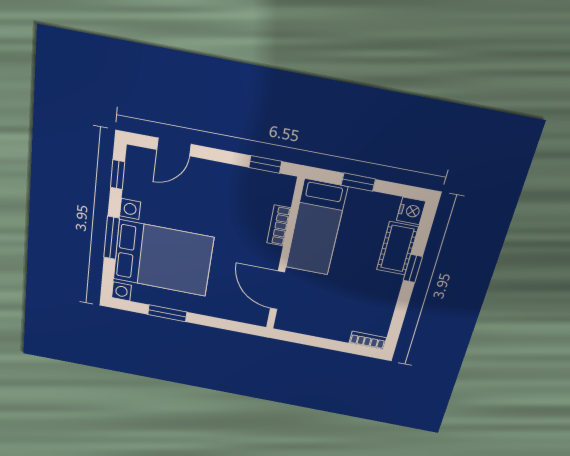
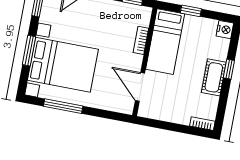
cot: (397, 248) -> (214, 77), moved
window: (167, 313) -> (63, 106), width x1.44

